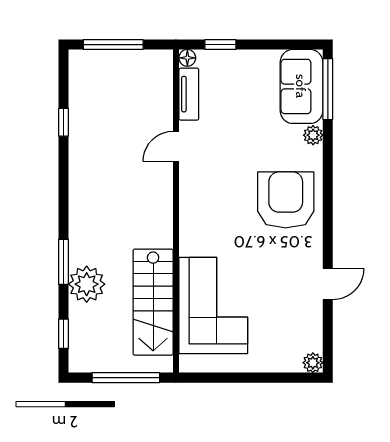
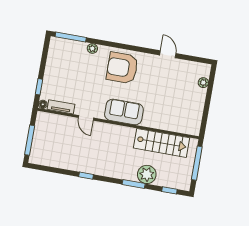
sofa: (301, 86) -> (124, 112), moved, turned 180
window: (63, 122) -> (86, 176), moved
corner sofa: (213, 305) -> (169, 113), removed
plant: (313, 363) -> (203, 83), moved

